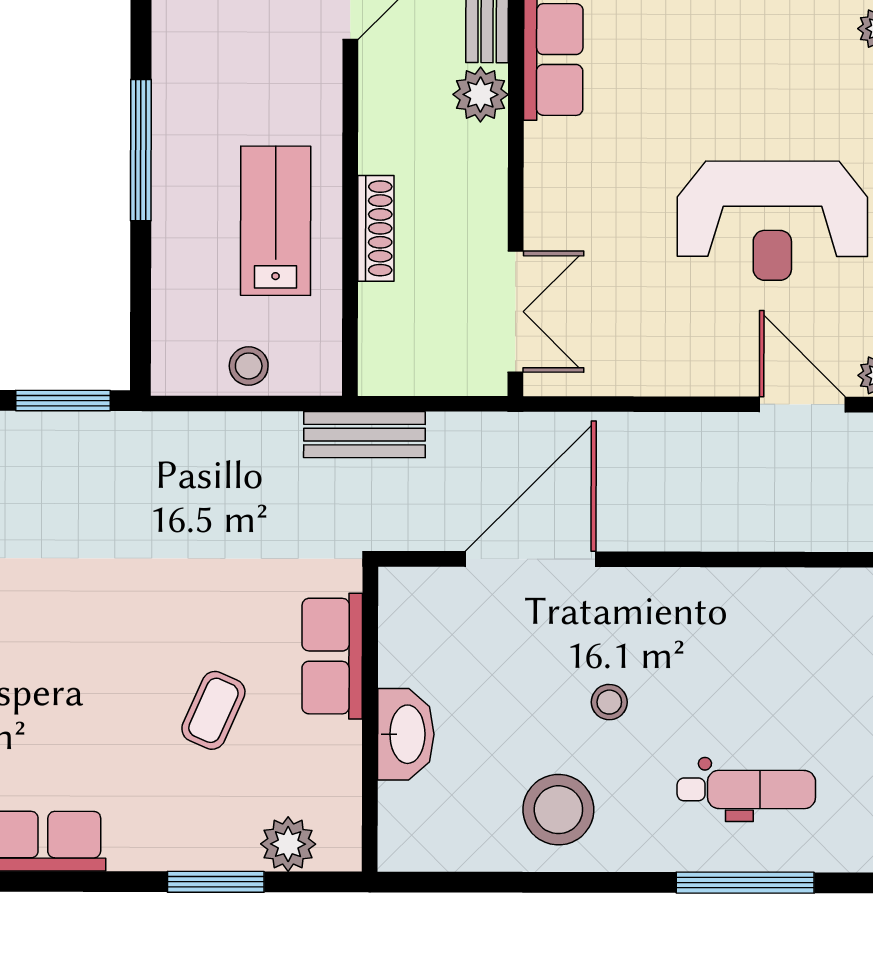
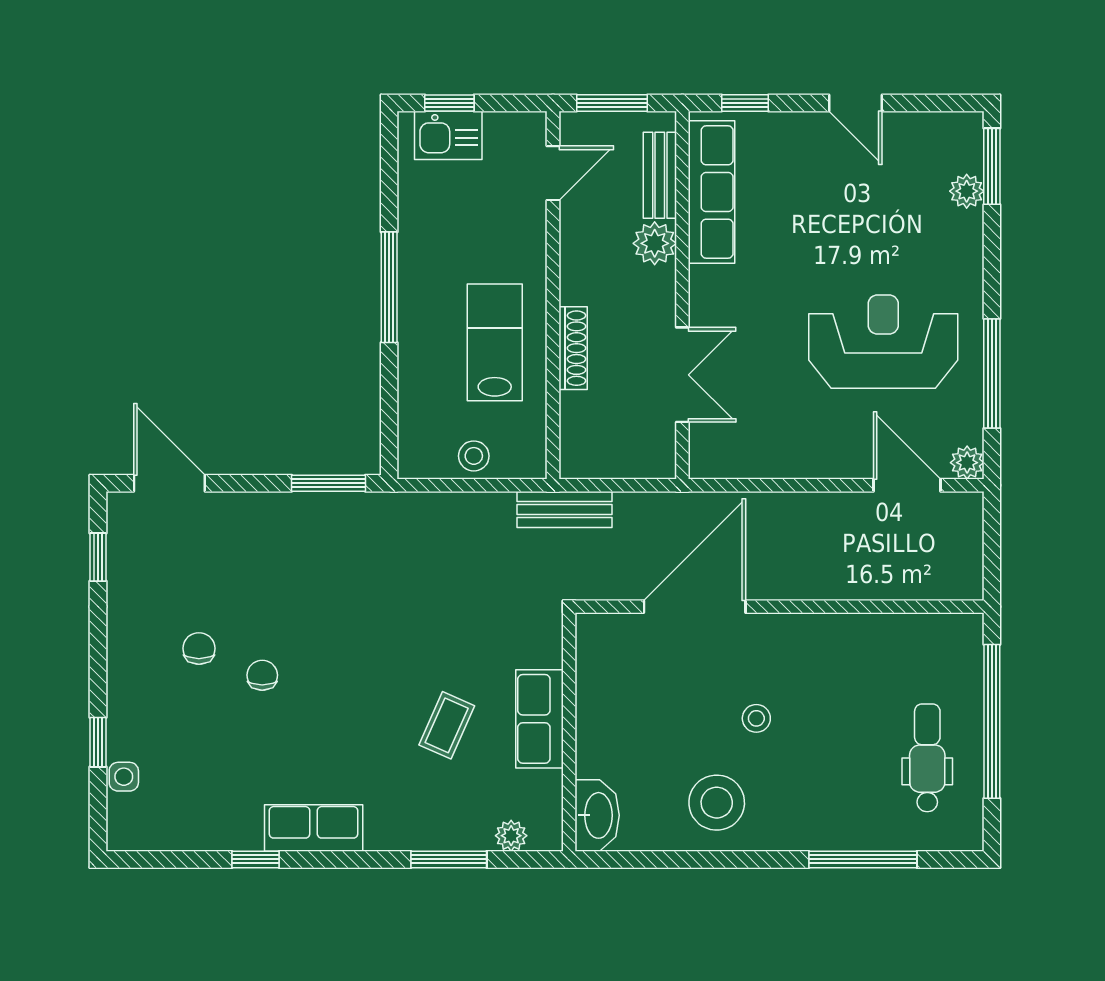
reception desk: (772, 221) -> (883, 342), turned 180
double door: (515, 312) -> (682, 375), moved
row of seats: (332, 656) -> (540, 719), moved
washbasin: (406, 734) -> (597, 815), moved
dental chair: (746, 789) -> (927, 758), moved, turned -90
plant: (288, 844) -> (511, 836), width x0.73, depth x0.73

